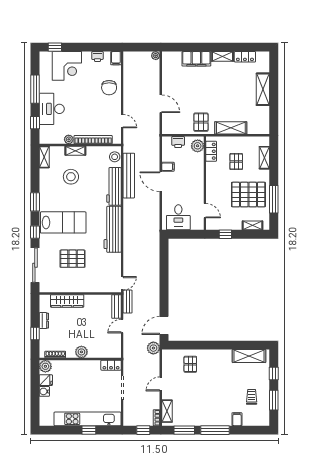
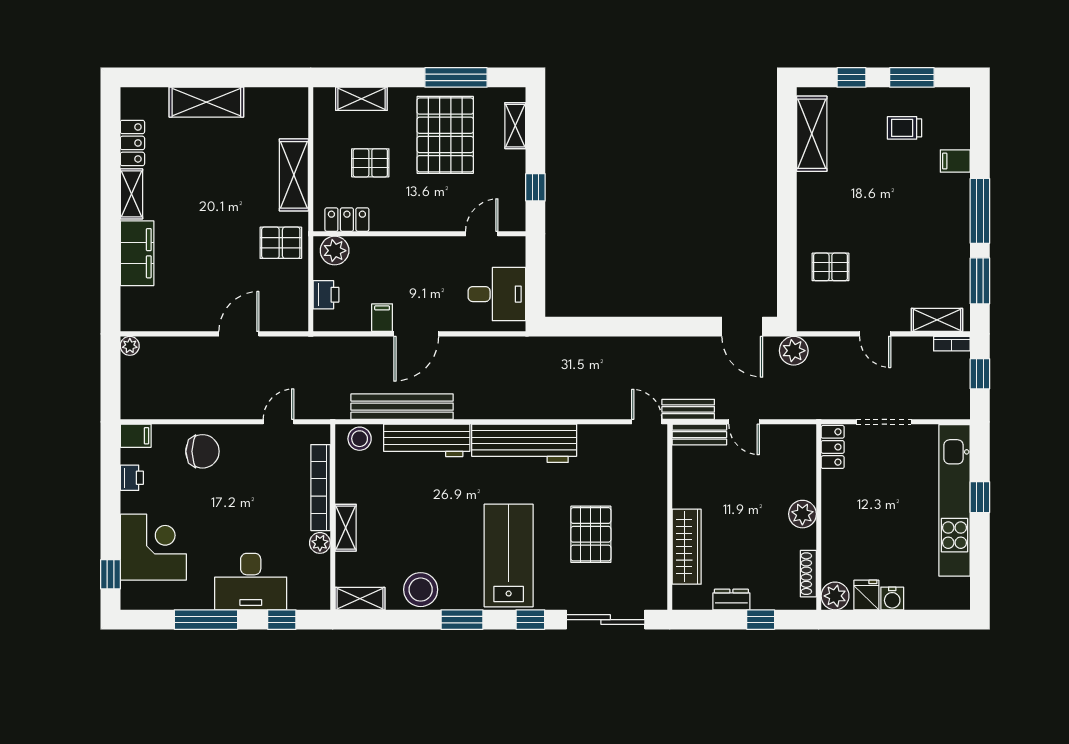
stool: (71, 177) -> (421, 590), moved

